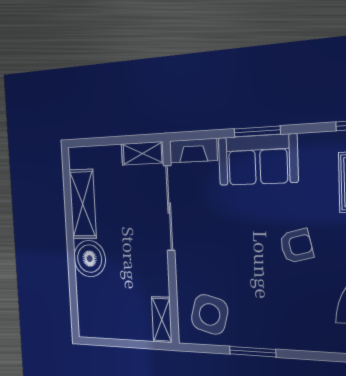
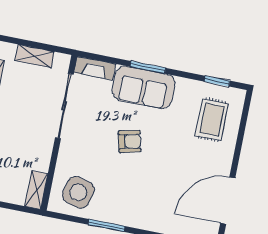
shelving: (142, 153) -> (35, 56), moved
armchair: (296, 246) -> (130, 141), moved

